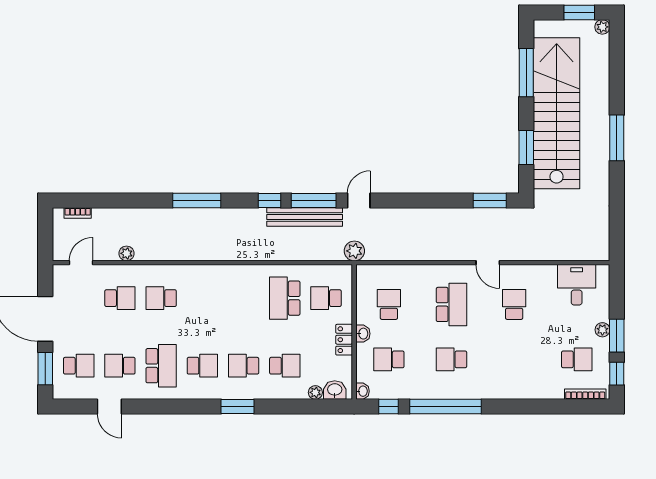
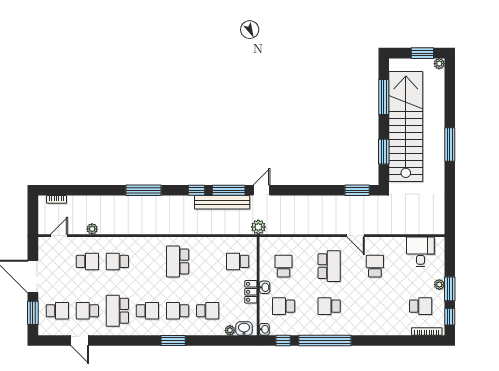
school desk: (285, 298) -> (178, 261), moved
school desk: (161, 366) -> (117, 311), turned 180

